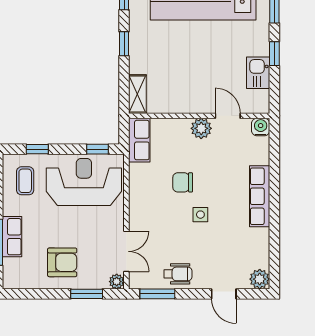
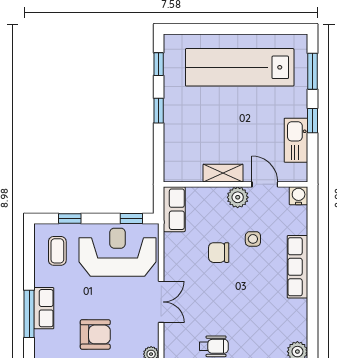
kitchen sink: (258, 73) -> (296, 140), width x1.38
shelving: (137, 94) -> (223, 173), moved, turned 90
side table: (200, 215) -> (253, 239), moved
double door: (126, 251) -> (161, 302), moved

